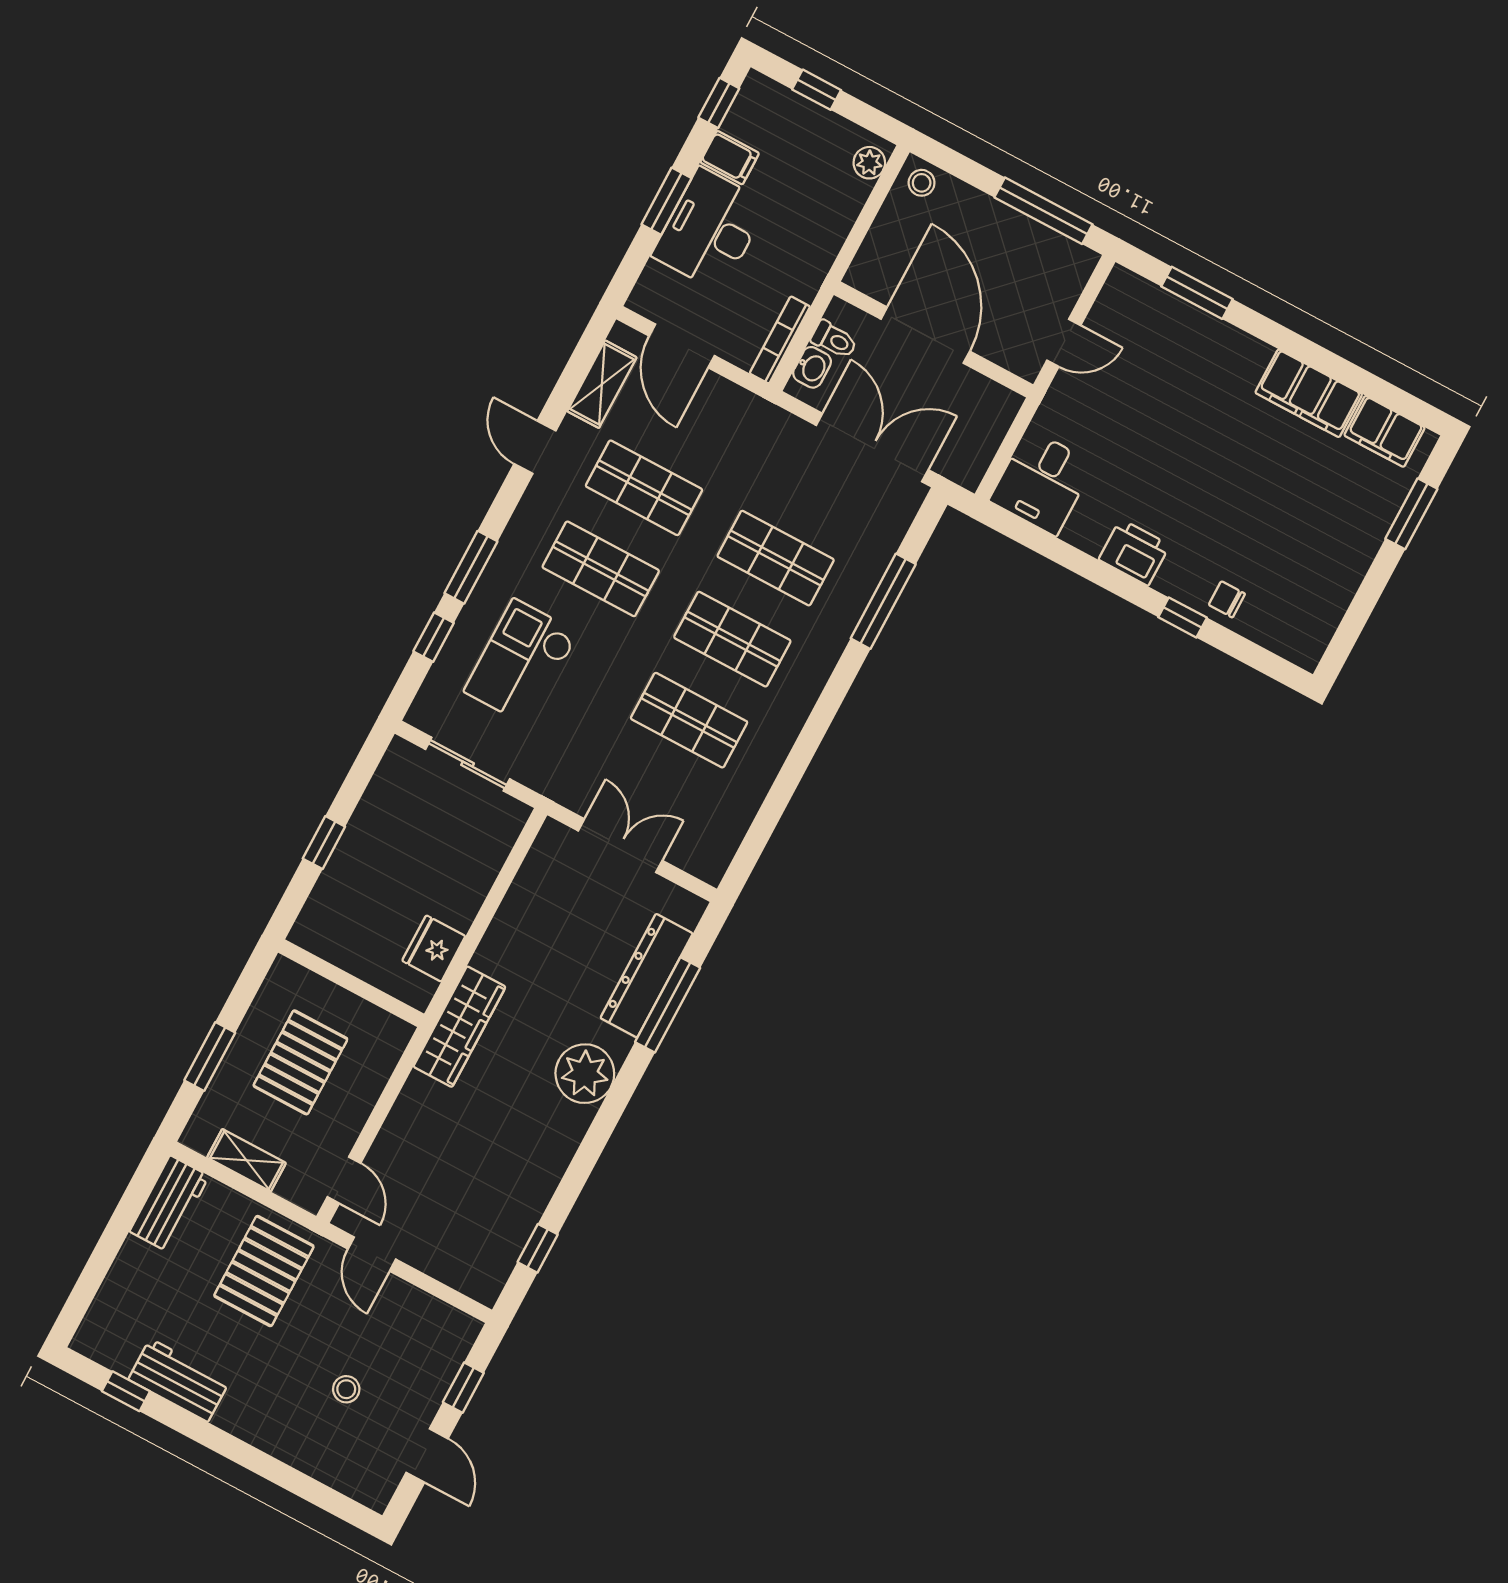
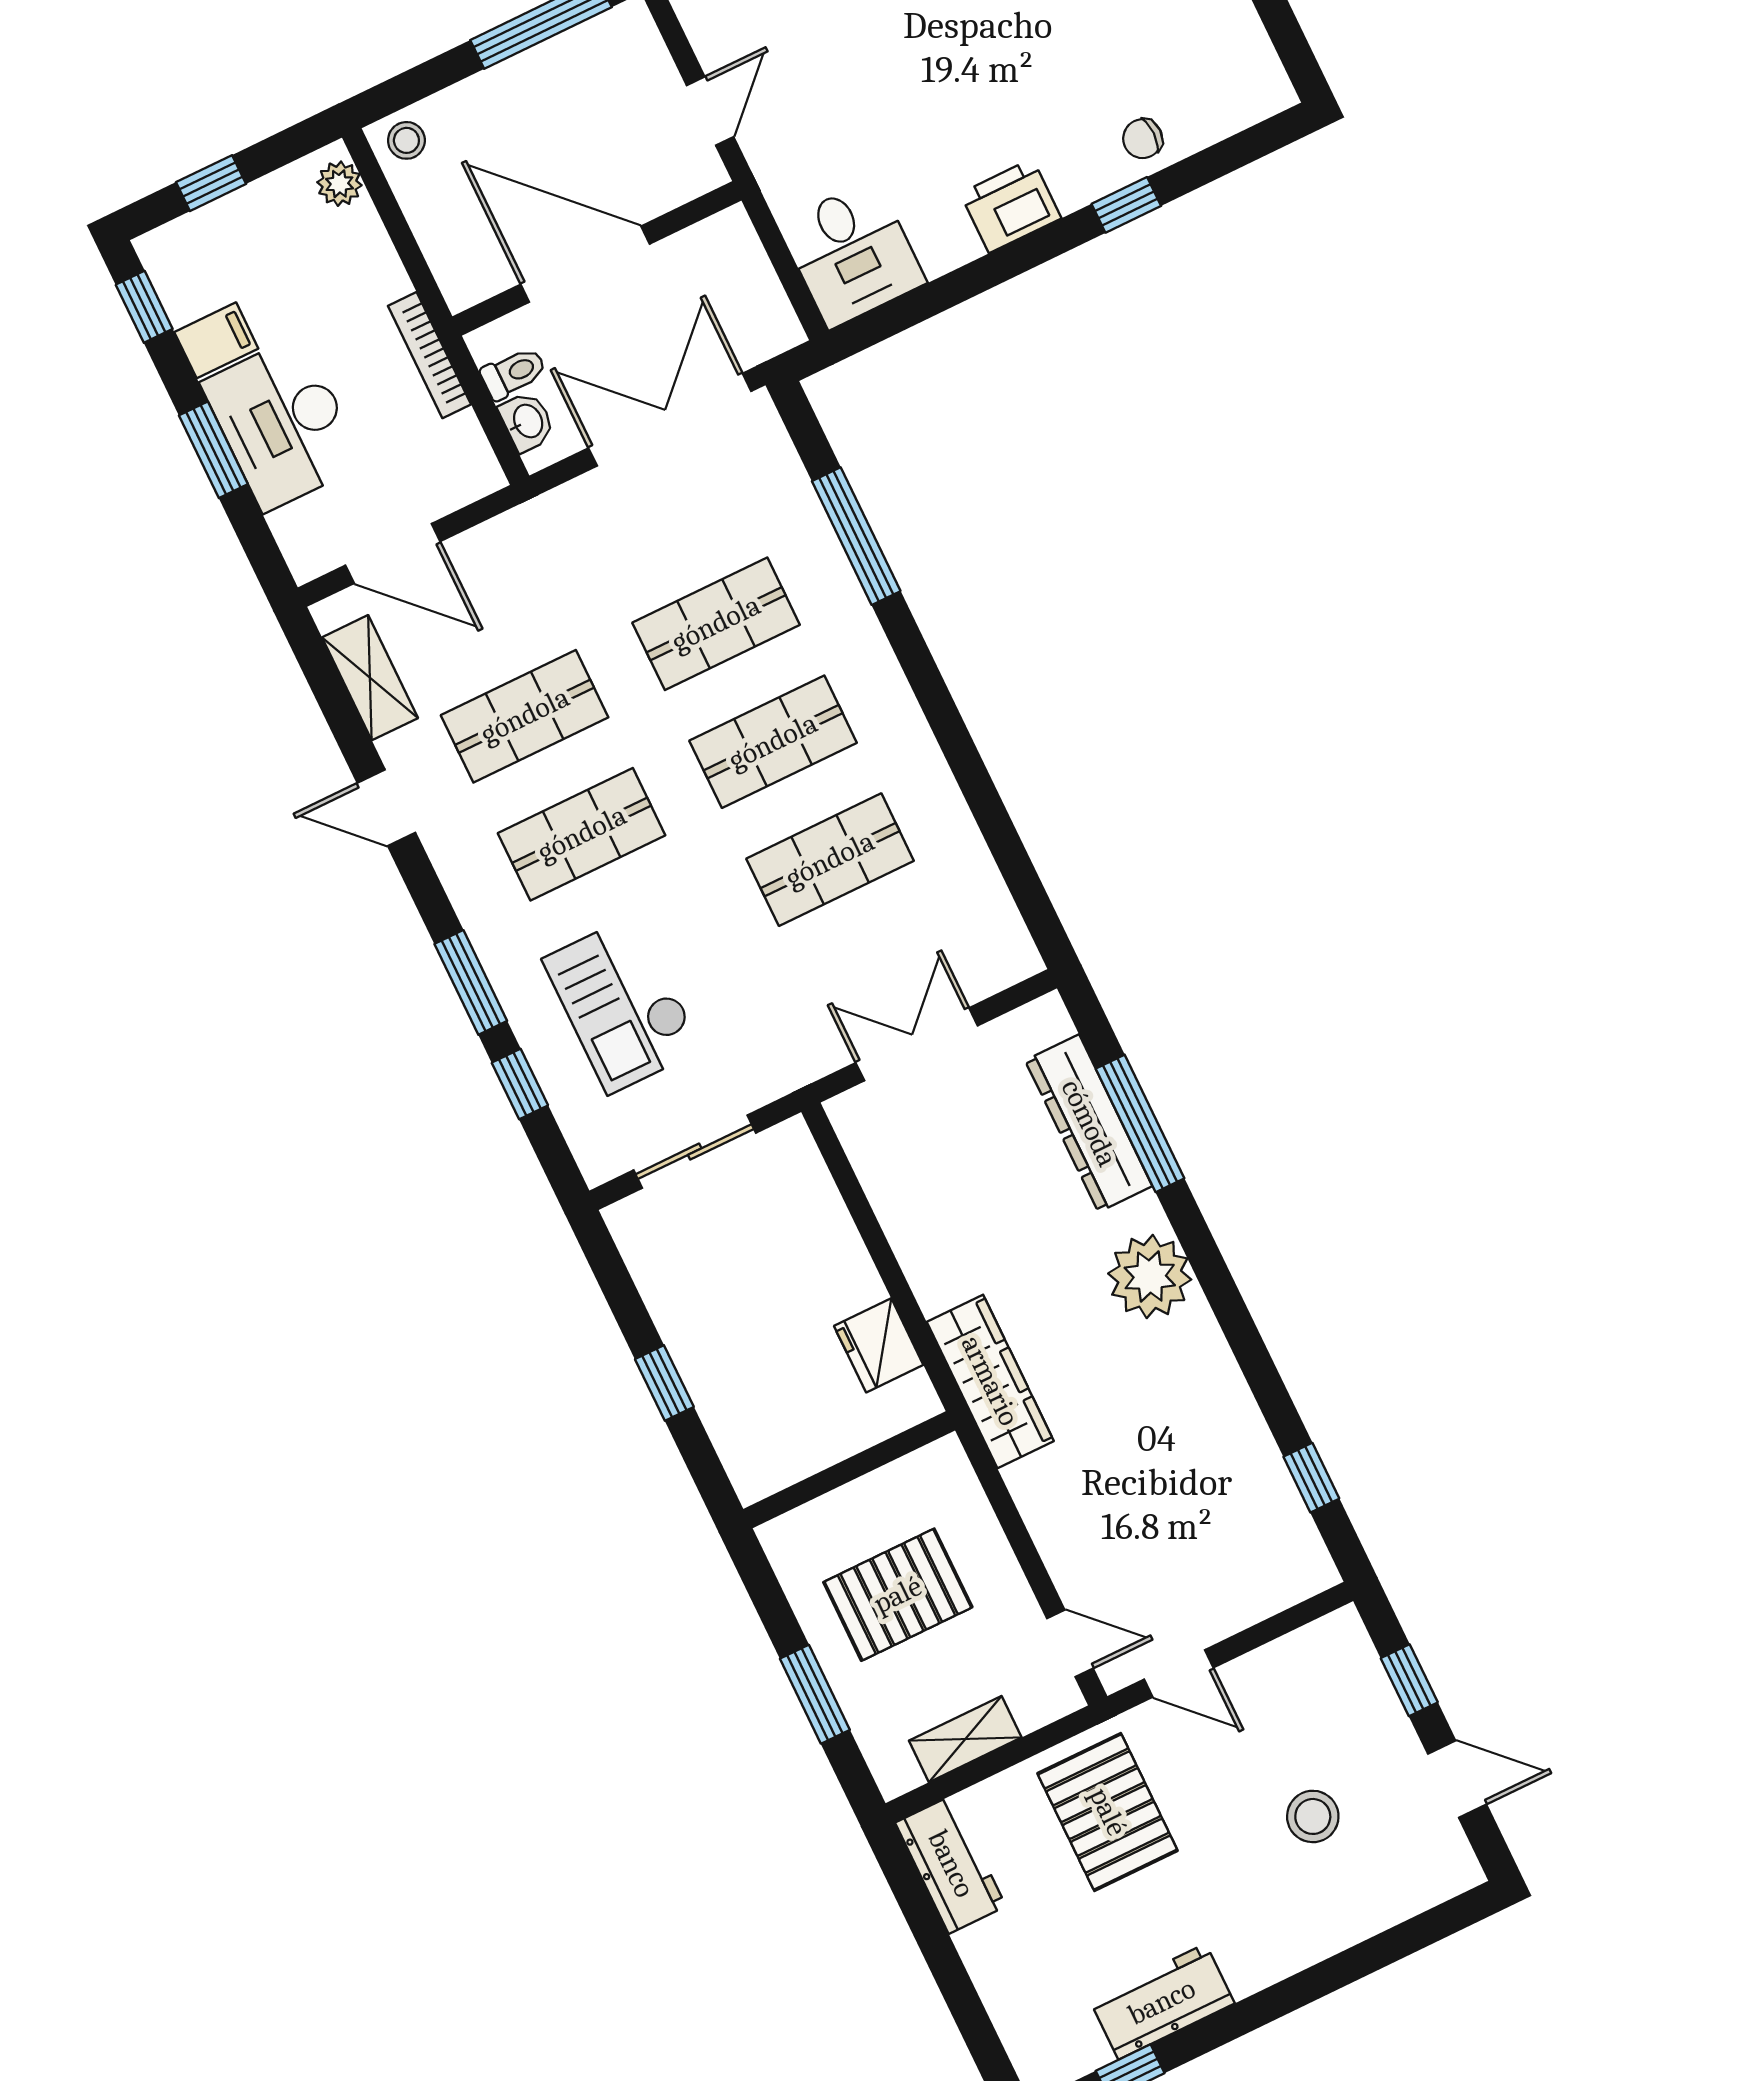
bookcase: (780, 340) -> (429, 355), moved
pallet: (300, 1062) -> (898, 1595), turned 90
stool: (346, 1389) -> (1313, 1816), width x1.37, depth x1.37

